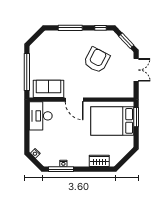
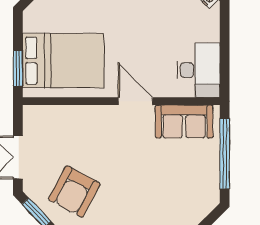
armchair: (97, 60) -> (74, 191), moved

